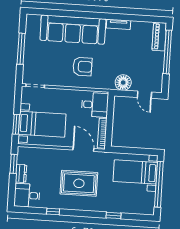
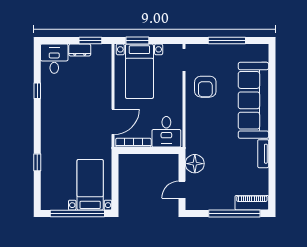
armchair: (82, 67) -> (205, 87), moved
rug: (79, 183) -> (72, 119), removed

